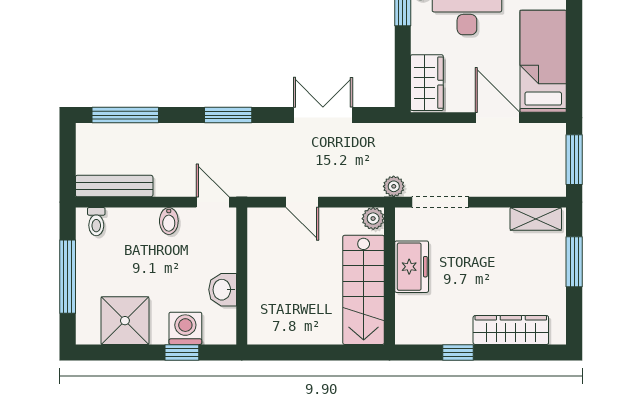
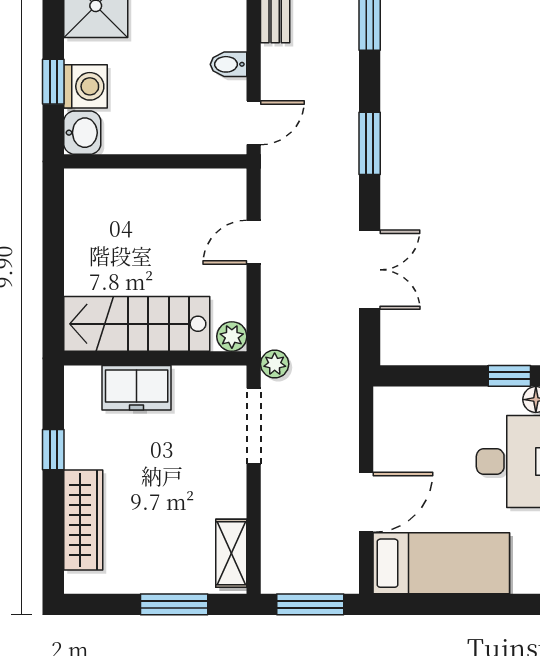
wardrobe: (427, 83) -> (413, 408), removed
freezer: (412, 267) -> (137, 388), moved
washbasin: (223, 290) -> (82, 133), moved, turned 90

